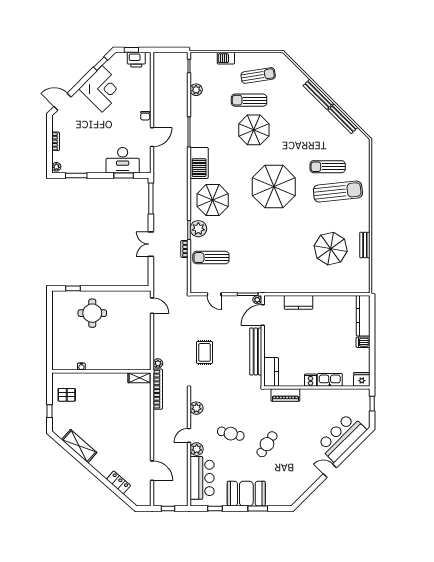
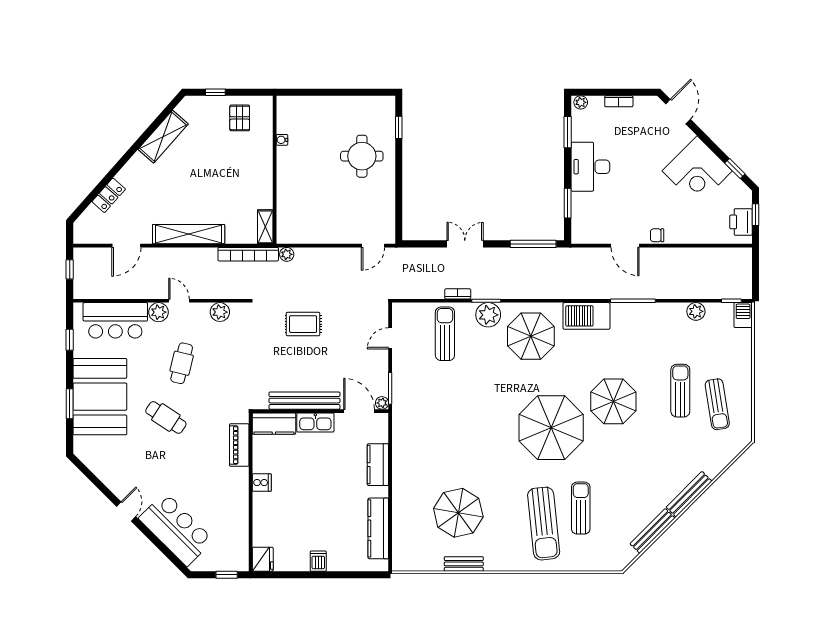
barbecue: (226, 58) -> (743, 315), moved
parasol: (254, 130) -> (613, 401), moved
desk: (123, 160) -> (590, 167), moved
kitchen counter: (363, 316) -> (378, 528), moved, turned -90
kitchen sink: (330, 380) -> (315, 422), moved, turned 90
shelving: (144, 429) -> (189, 234), added
booth: (246, 494) -> (100, 397), width x1.36, depth x1.42

